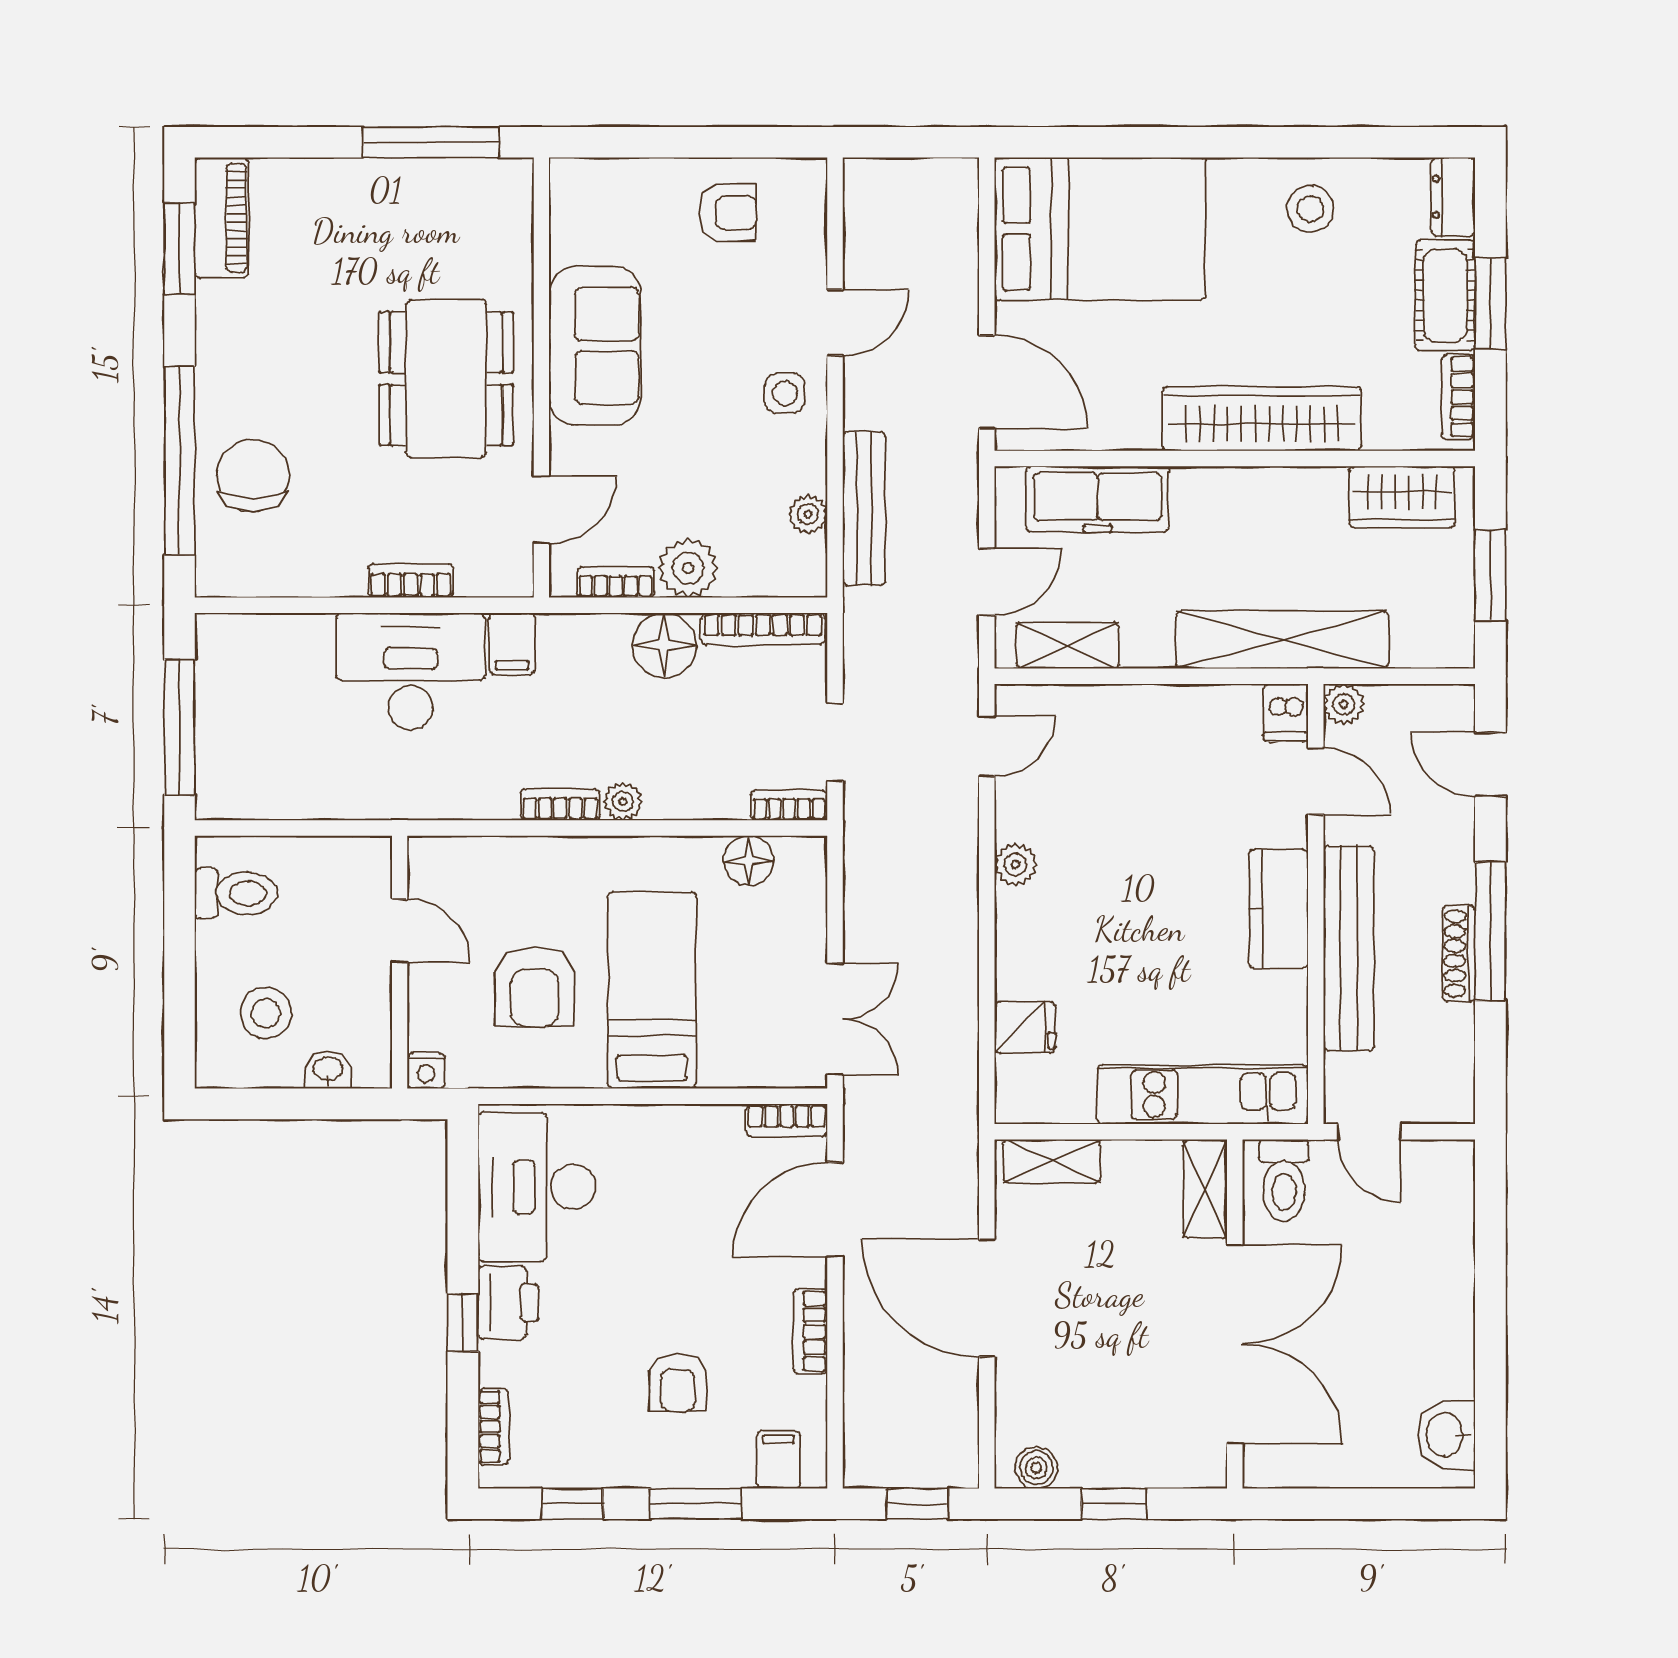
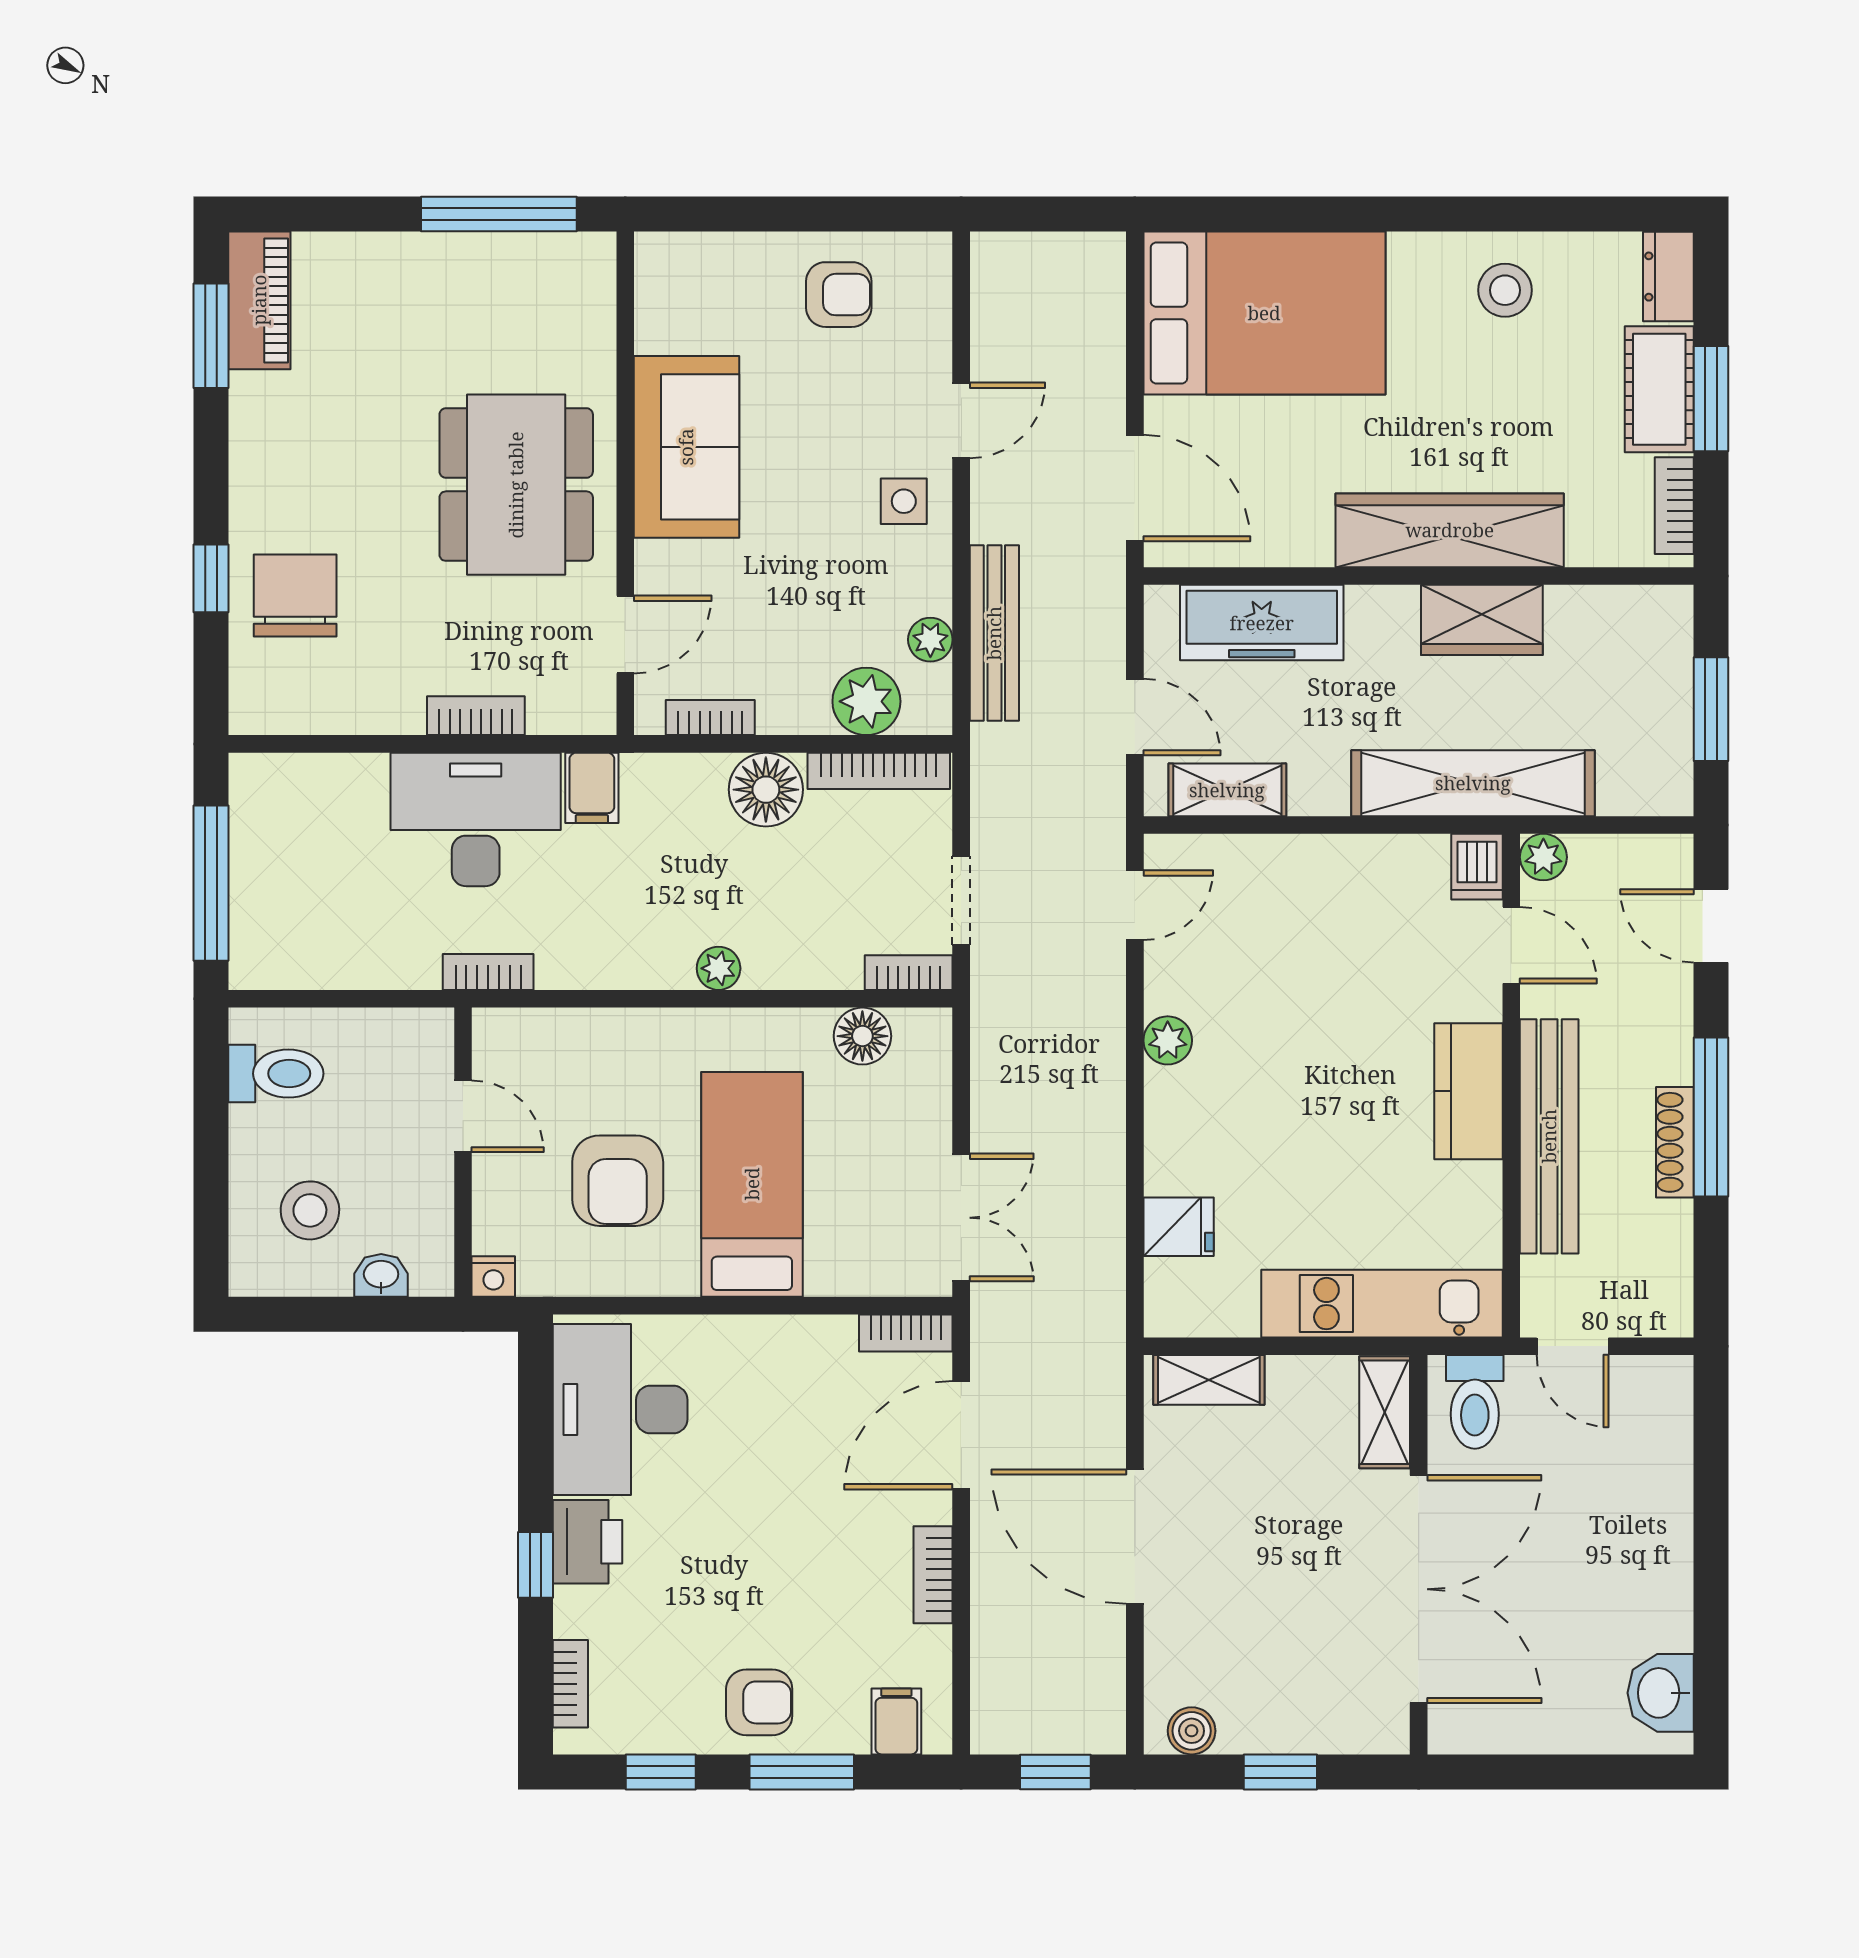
window: (179, 461) -> (211, 578), width x0.32
wardrobe: (1402, 497) -> (1482, 620), moved
plant: (688, 568) -> (866, 701), moved
door: (987, 582) -> (1135, 717), hinge flipped
bookcase: (560, 805) -> (488, 972), moved
armchair: (678, 1382) -> (759, 1702), moved, turned -90

